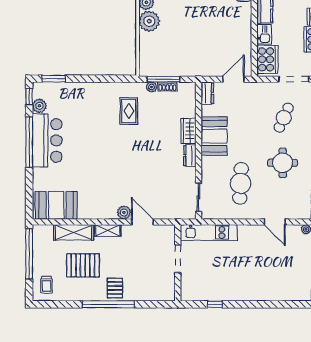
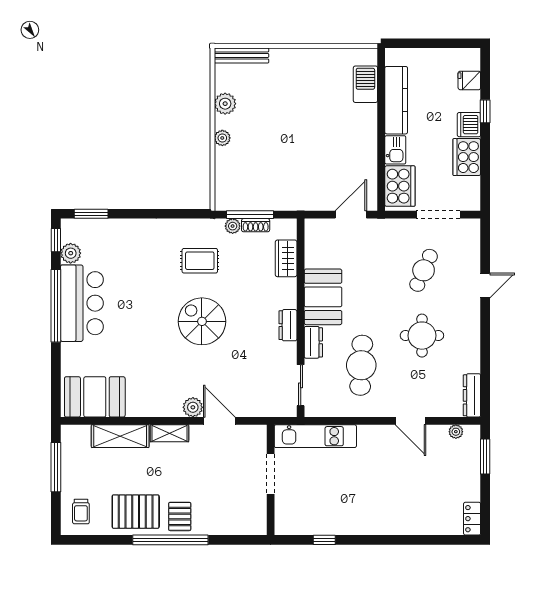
plant: (149, 21) -> (222, 138), width x0.53, depth x0.53
dresser: (207, 93) -> (313, 342), moved
rug: (129, 111) -> (200, 261), turned 90
wardrobe: (189, 131) -> (286, 258), moved
spiral stairs: (130, 153) -> (202, 321), added
window: (29, 254) -> (56, 467), width x0.68
pallet: (83, 265) -> (136, 512), moved

